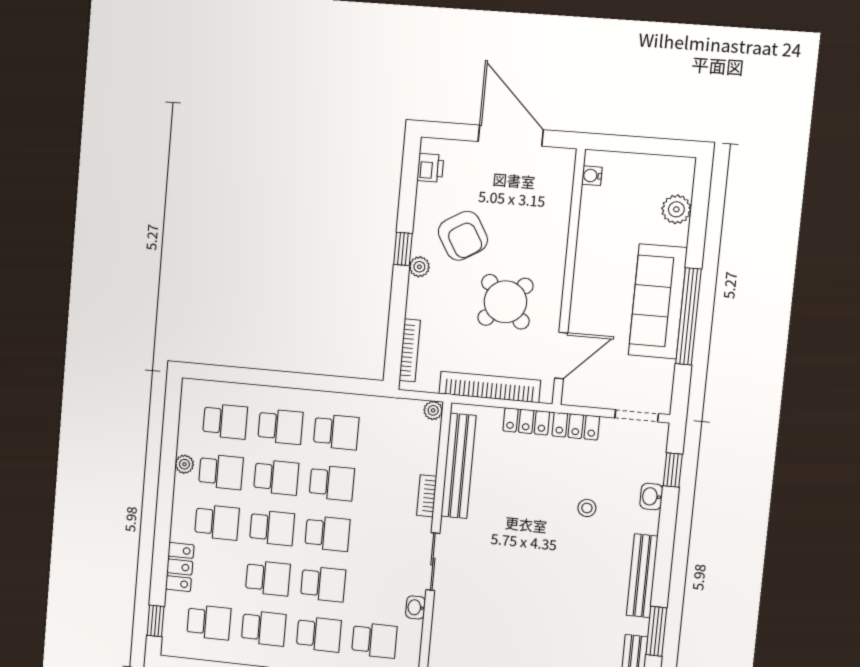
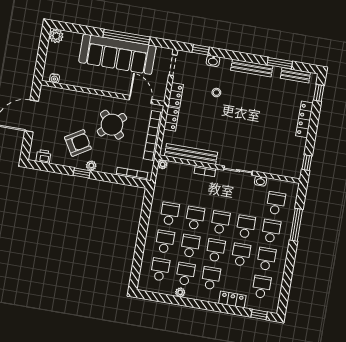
plant: (676, 209) -> (56, 36), moved
sofa: (658, 301) -> (117, 54), width x1.36, depth x1.27

